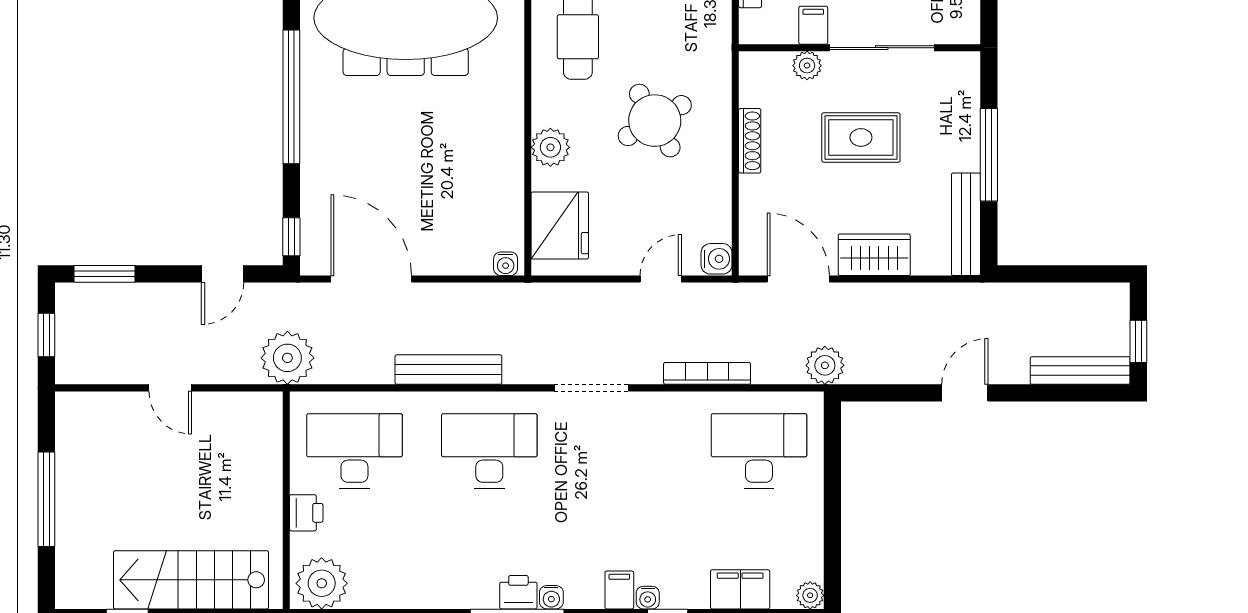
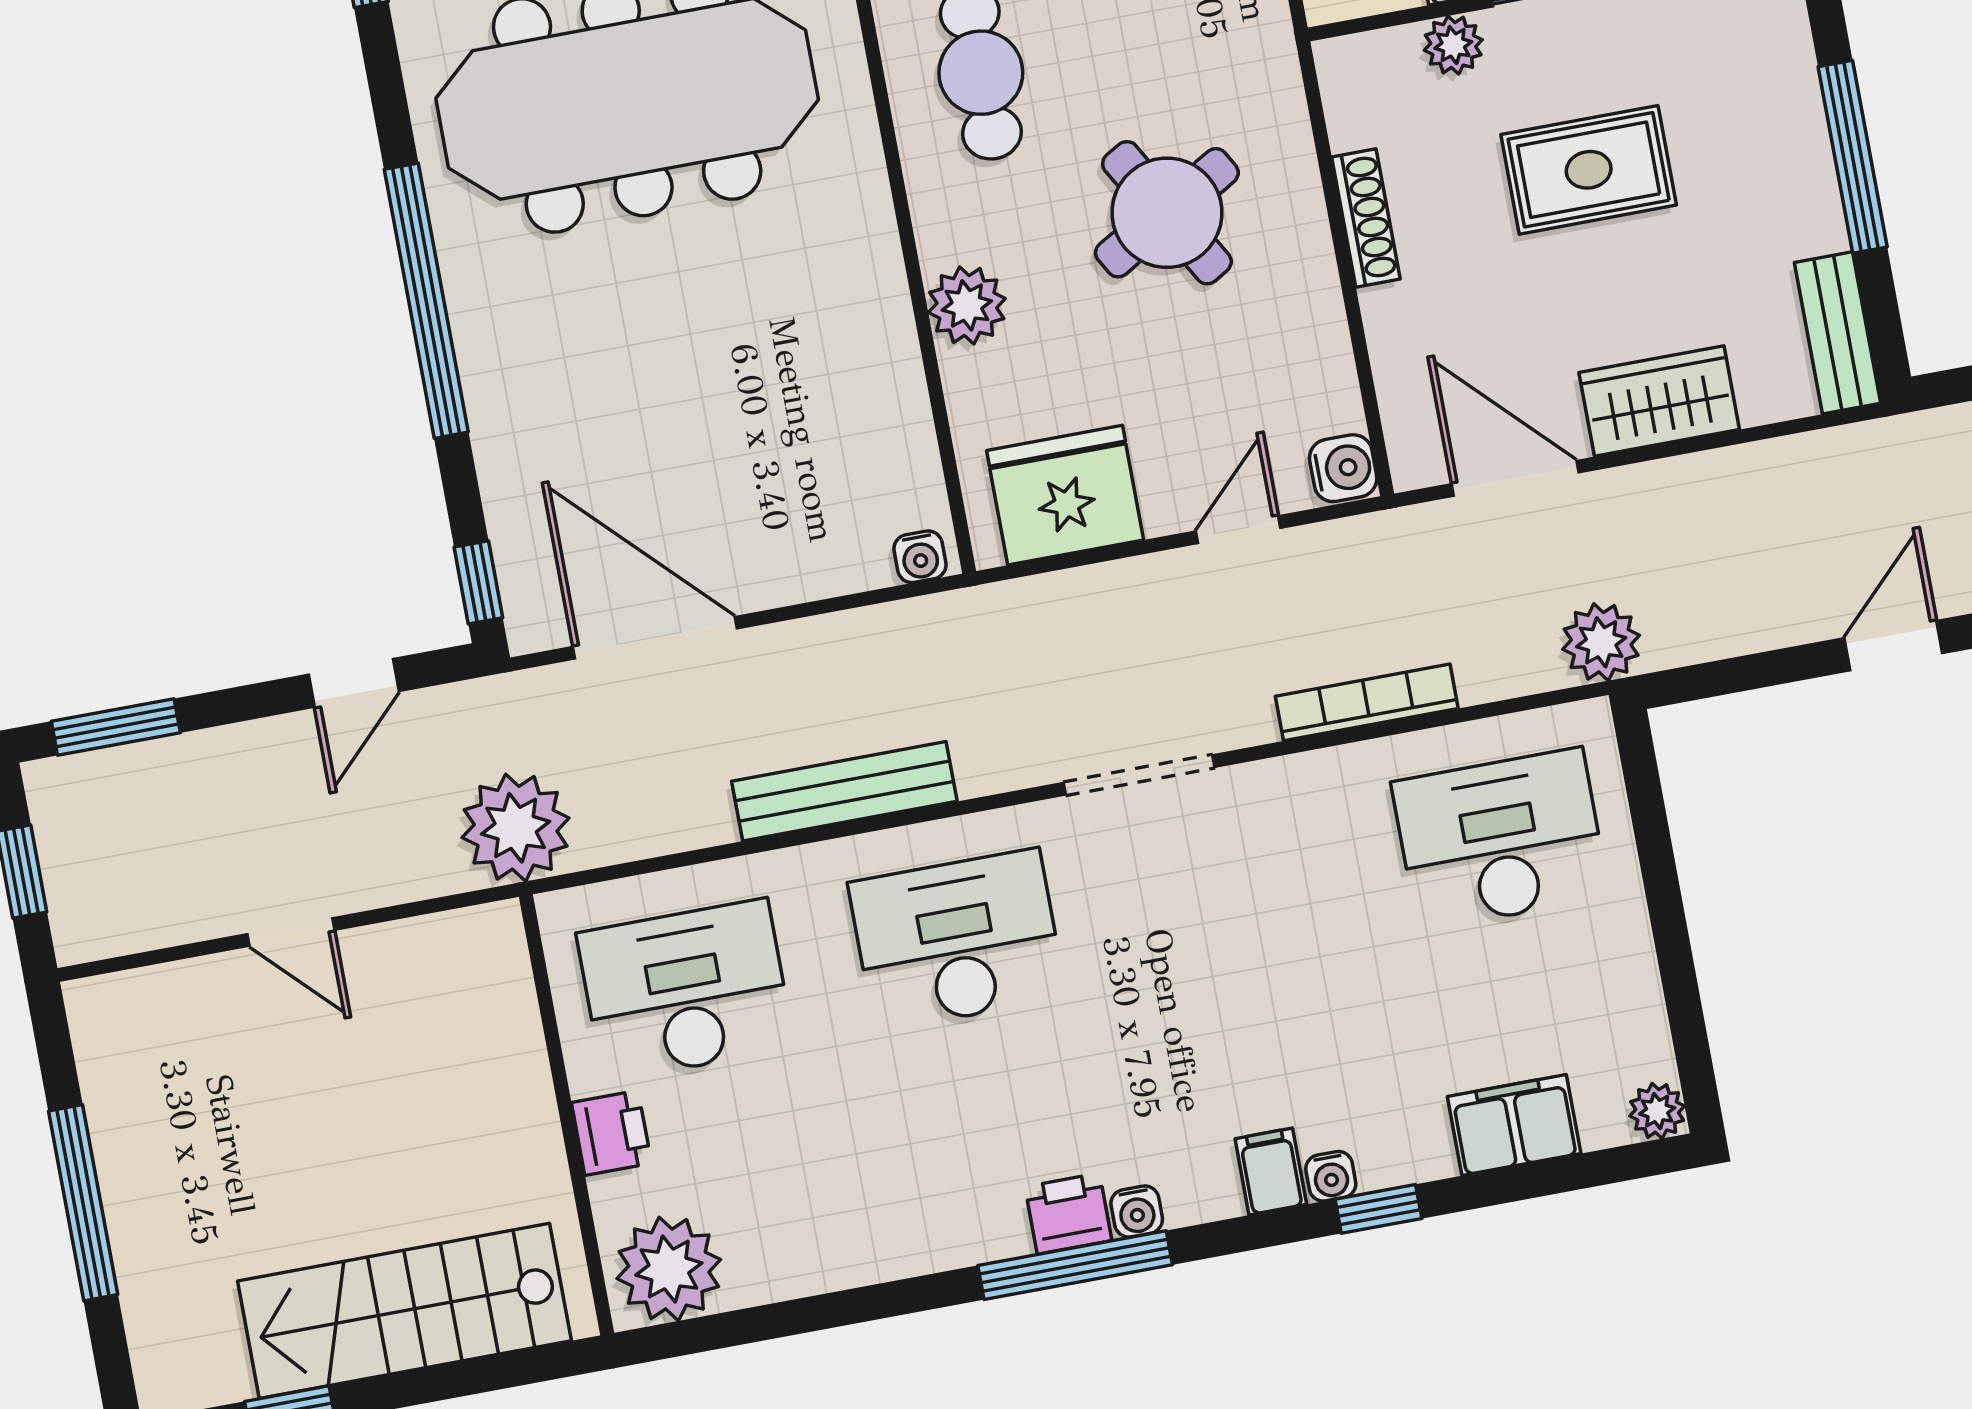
bench: (966, 224) -> (1838, 333), width x0.73
fridge: (560, 226) -> (1065, 495), moved, turned -90

